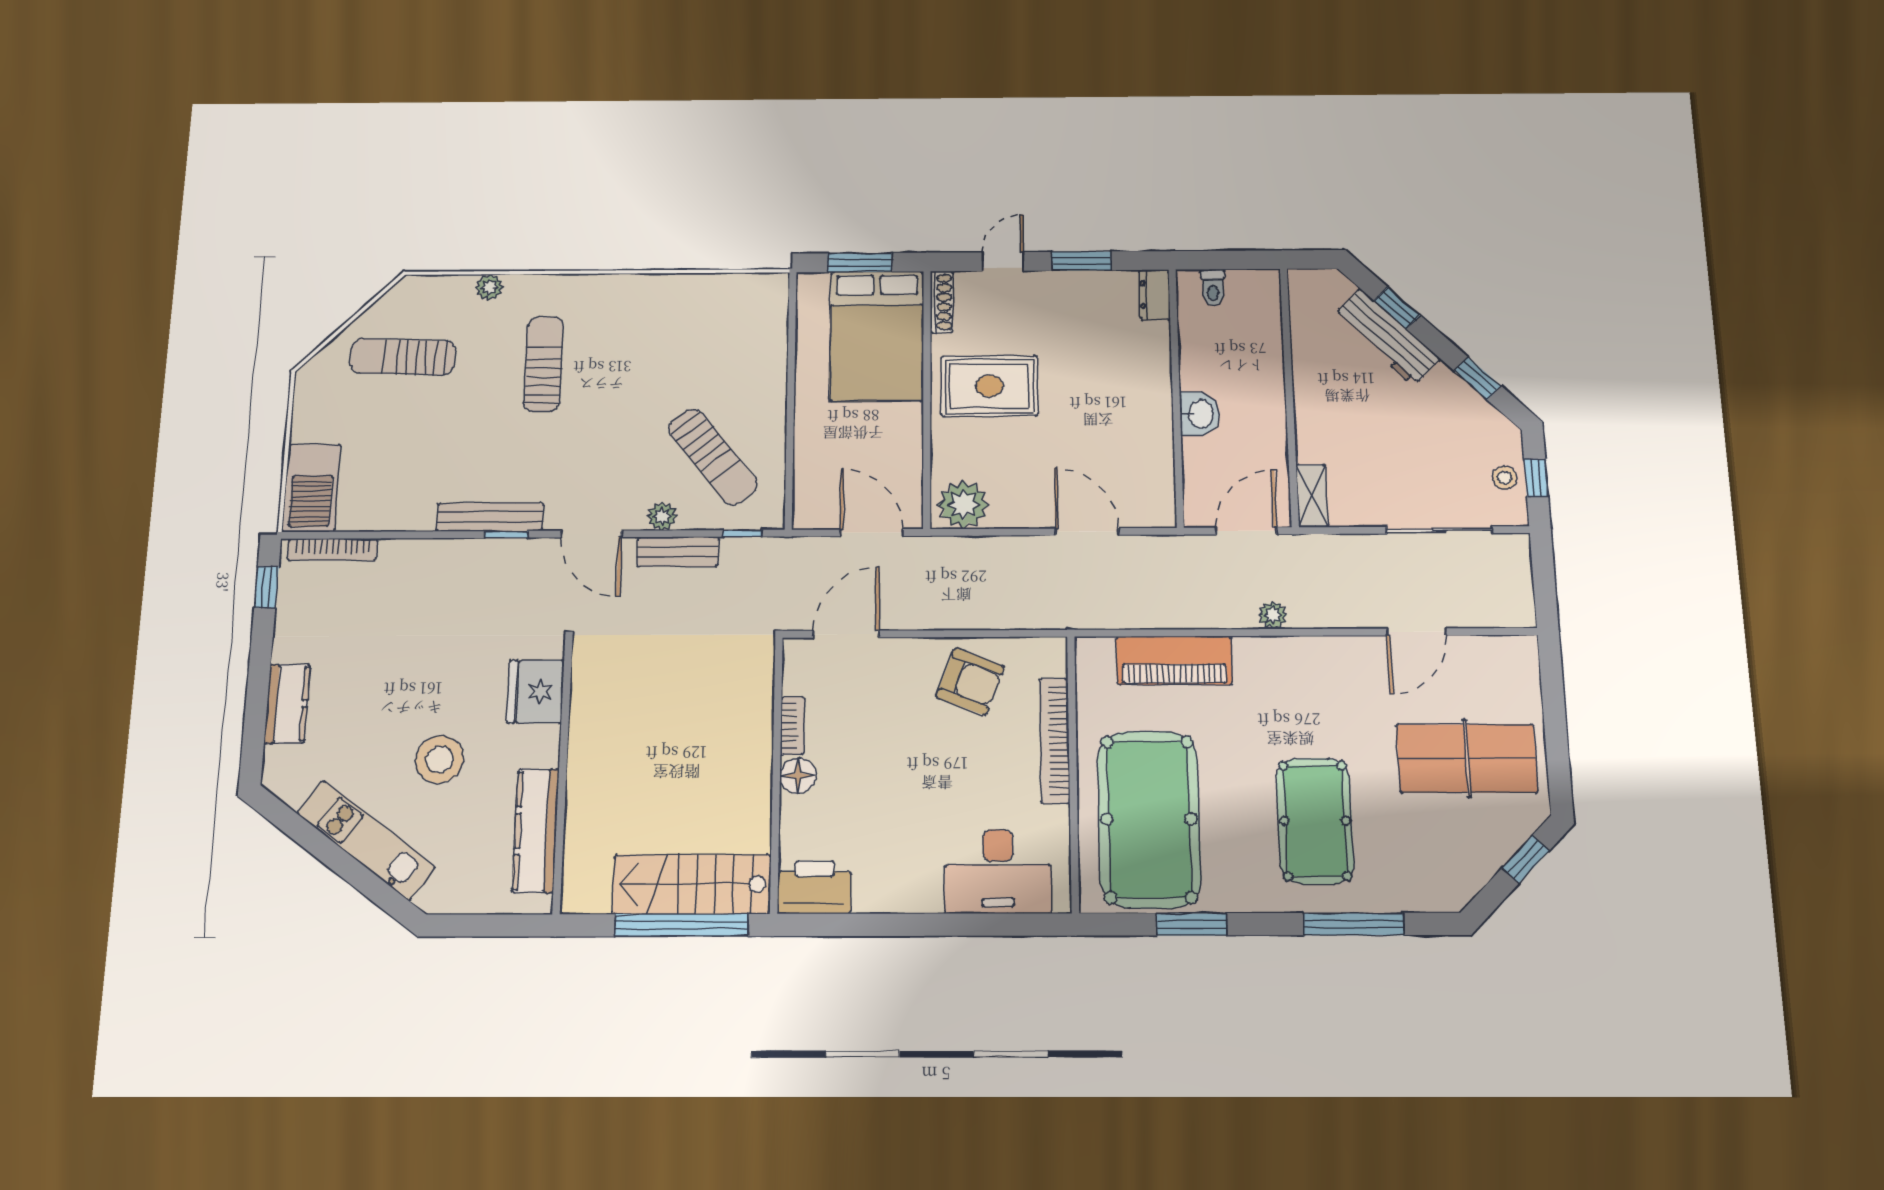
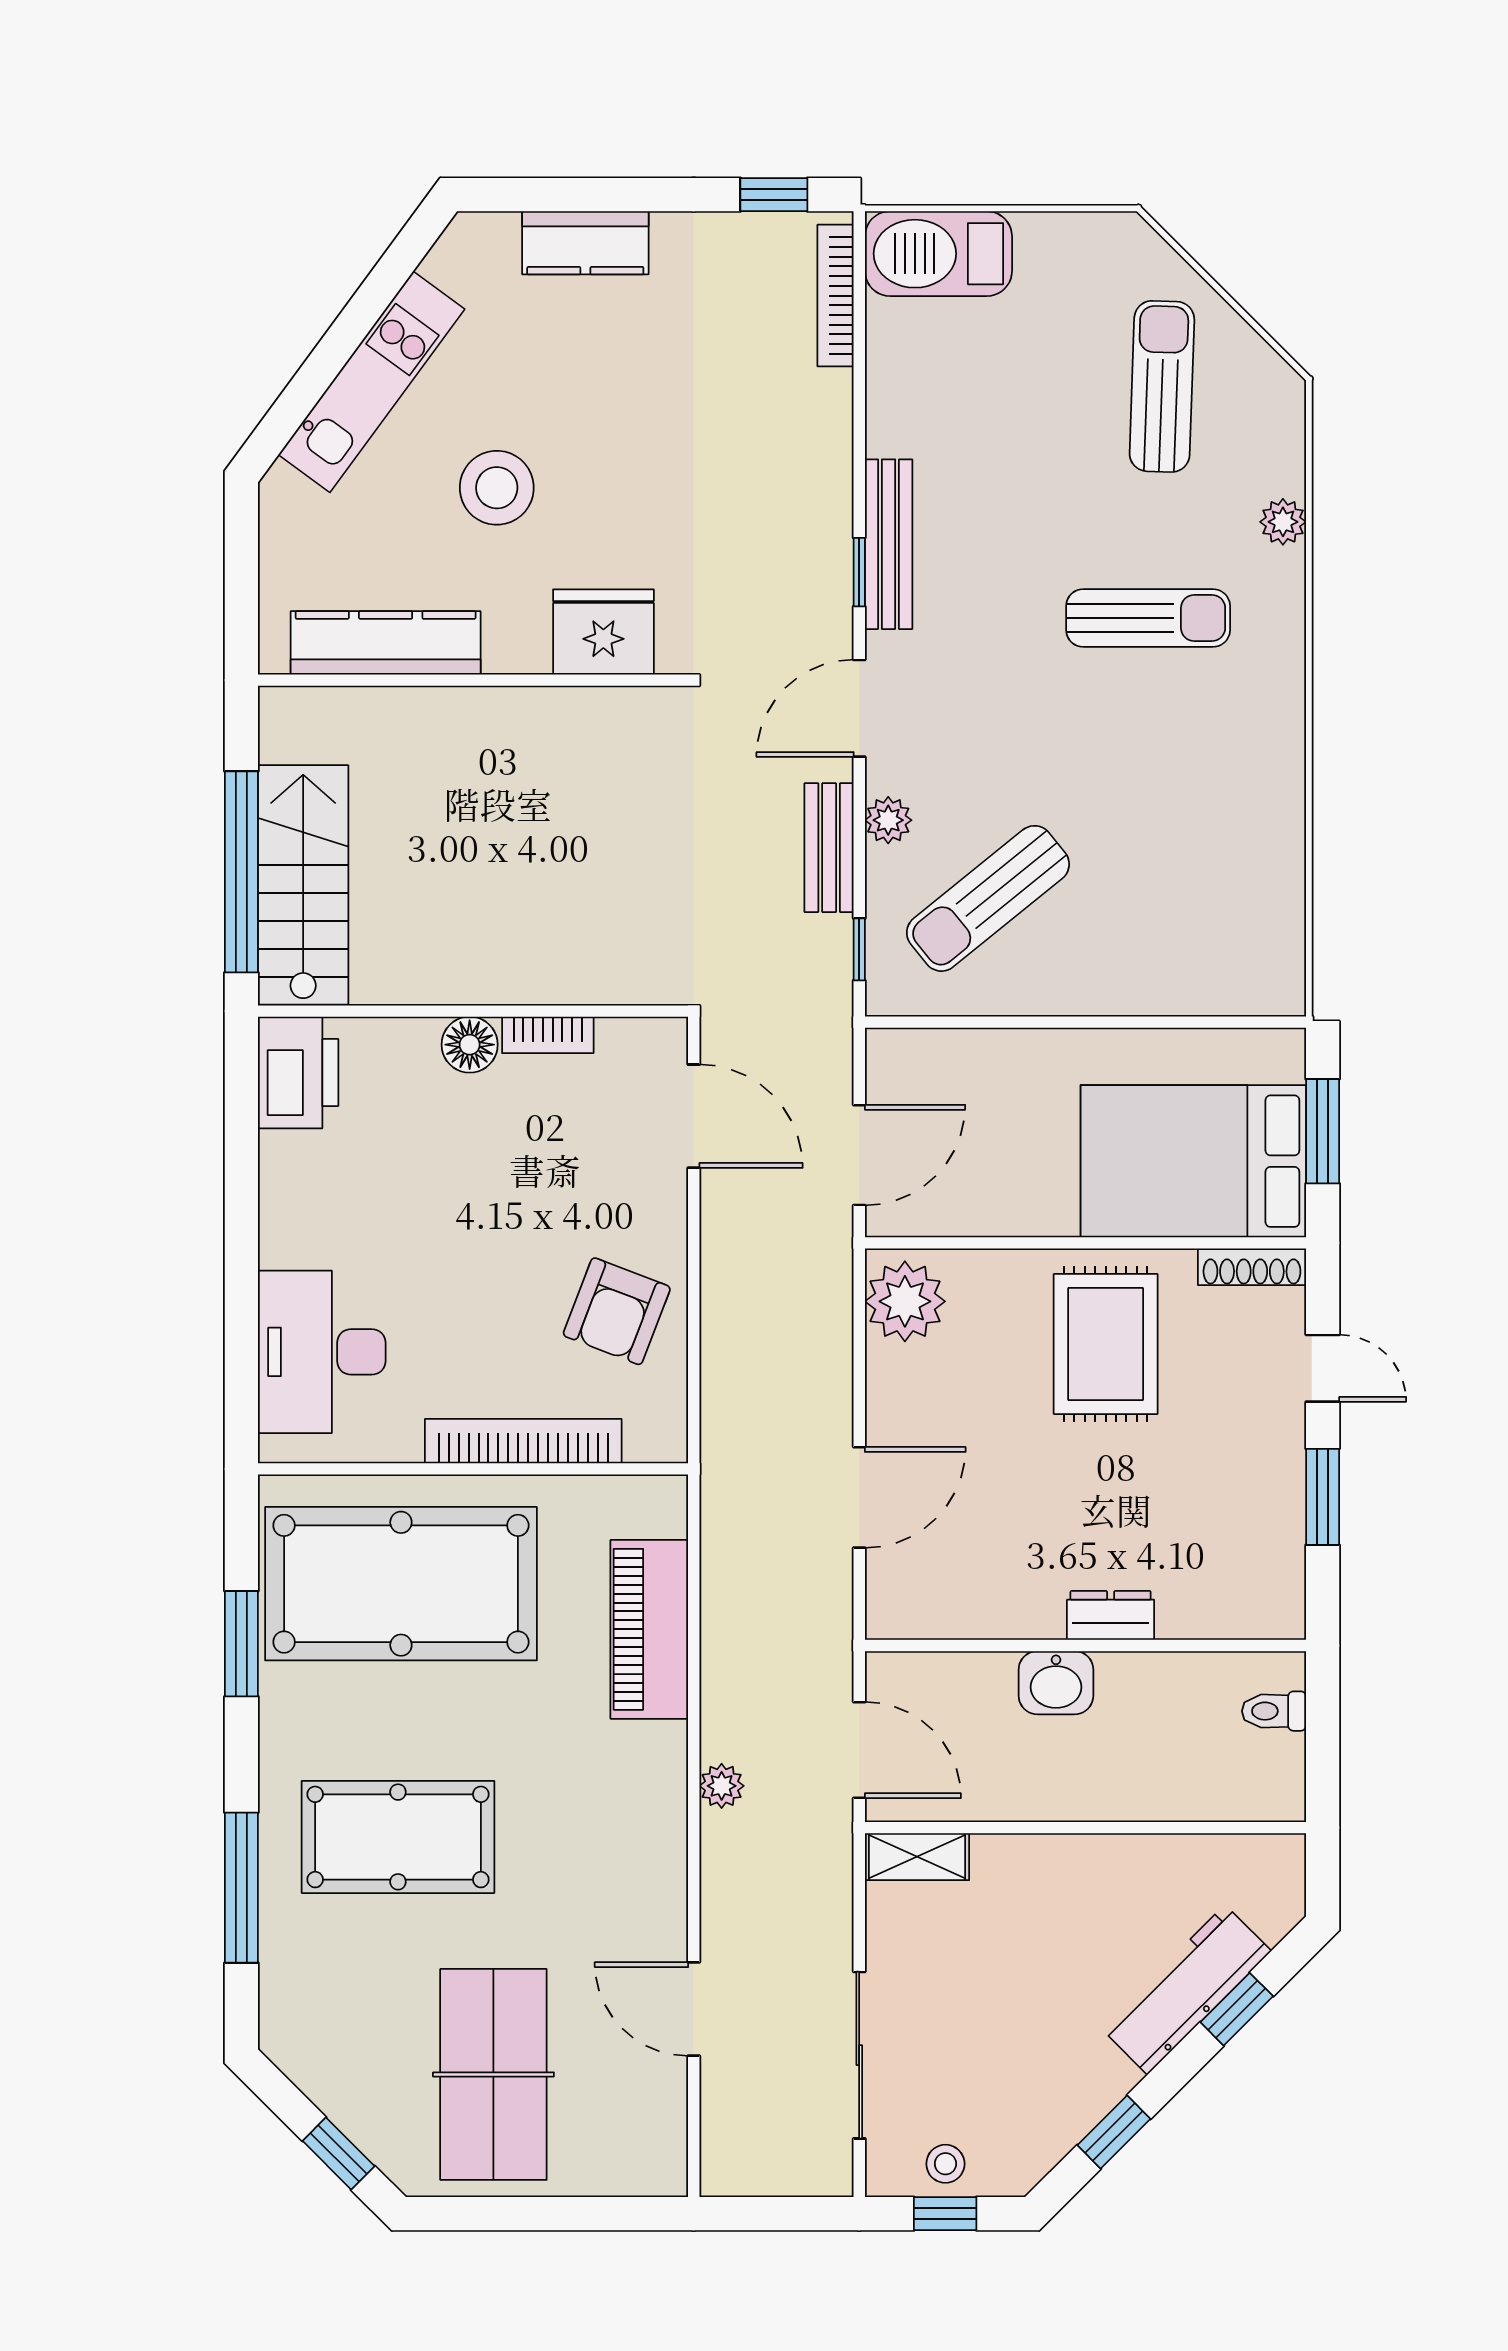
dresser: (1155, 295) -> (1111, 1615), moved

